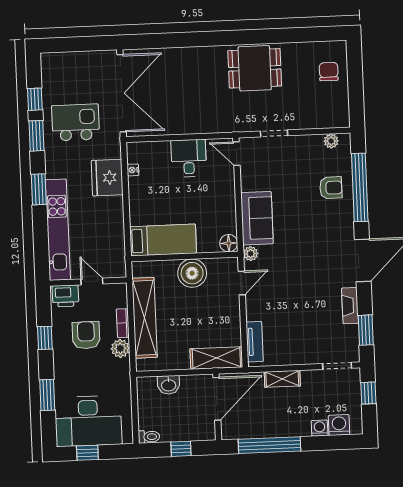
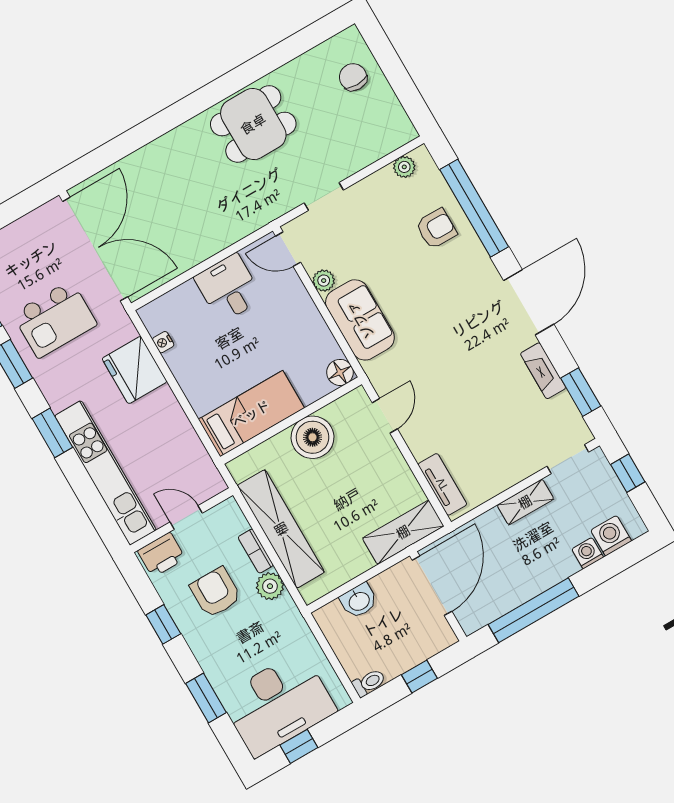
kitchen island: (76, 122) -> (55, 319), turned 180
plant: (251, 254) -> (324, 281), moved
shelving: (282, 379) -> (525, 502), moved

